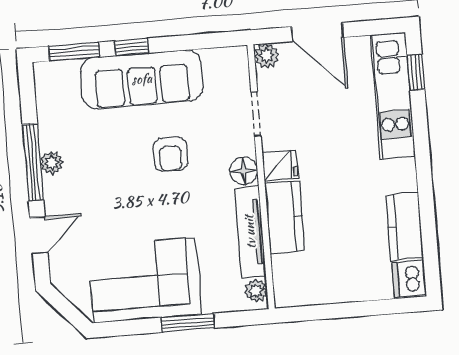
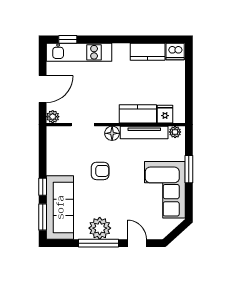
sofa: (142, 79) -> (60, 207), moved
plant: (52, 163) -> (100, 228), width x1.88, depth x1.88
fridge: (280, 165) -> (165, 114), moved

